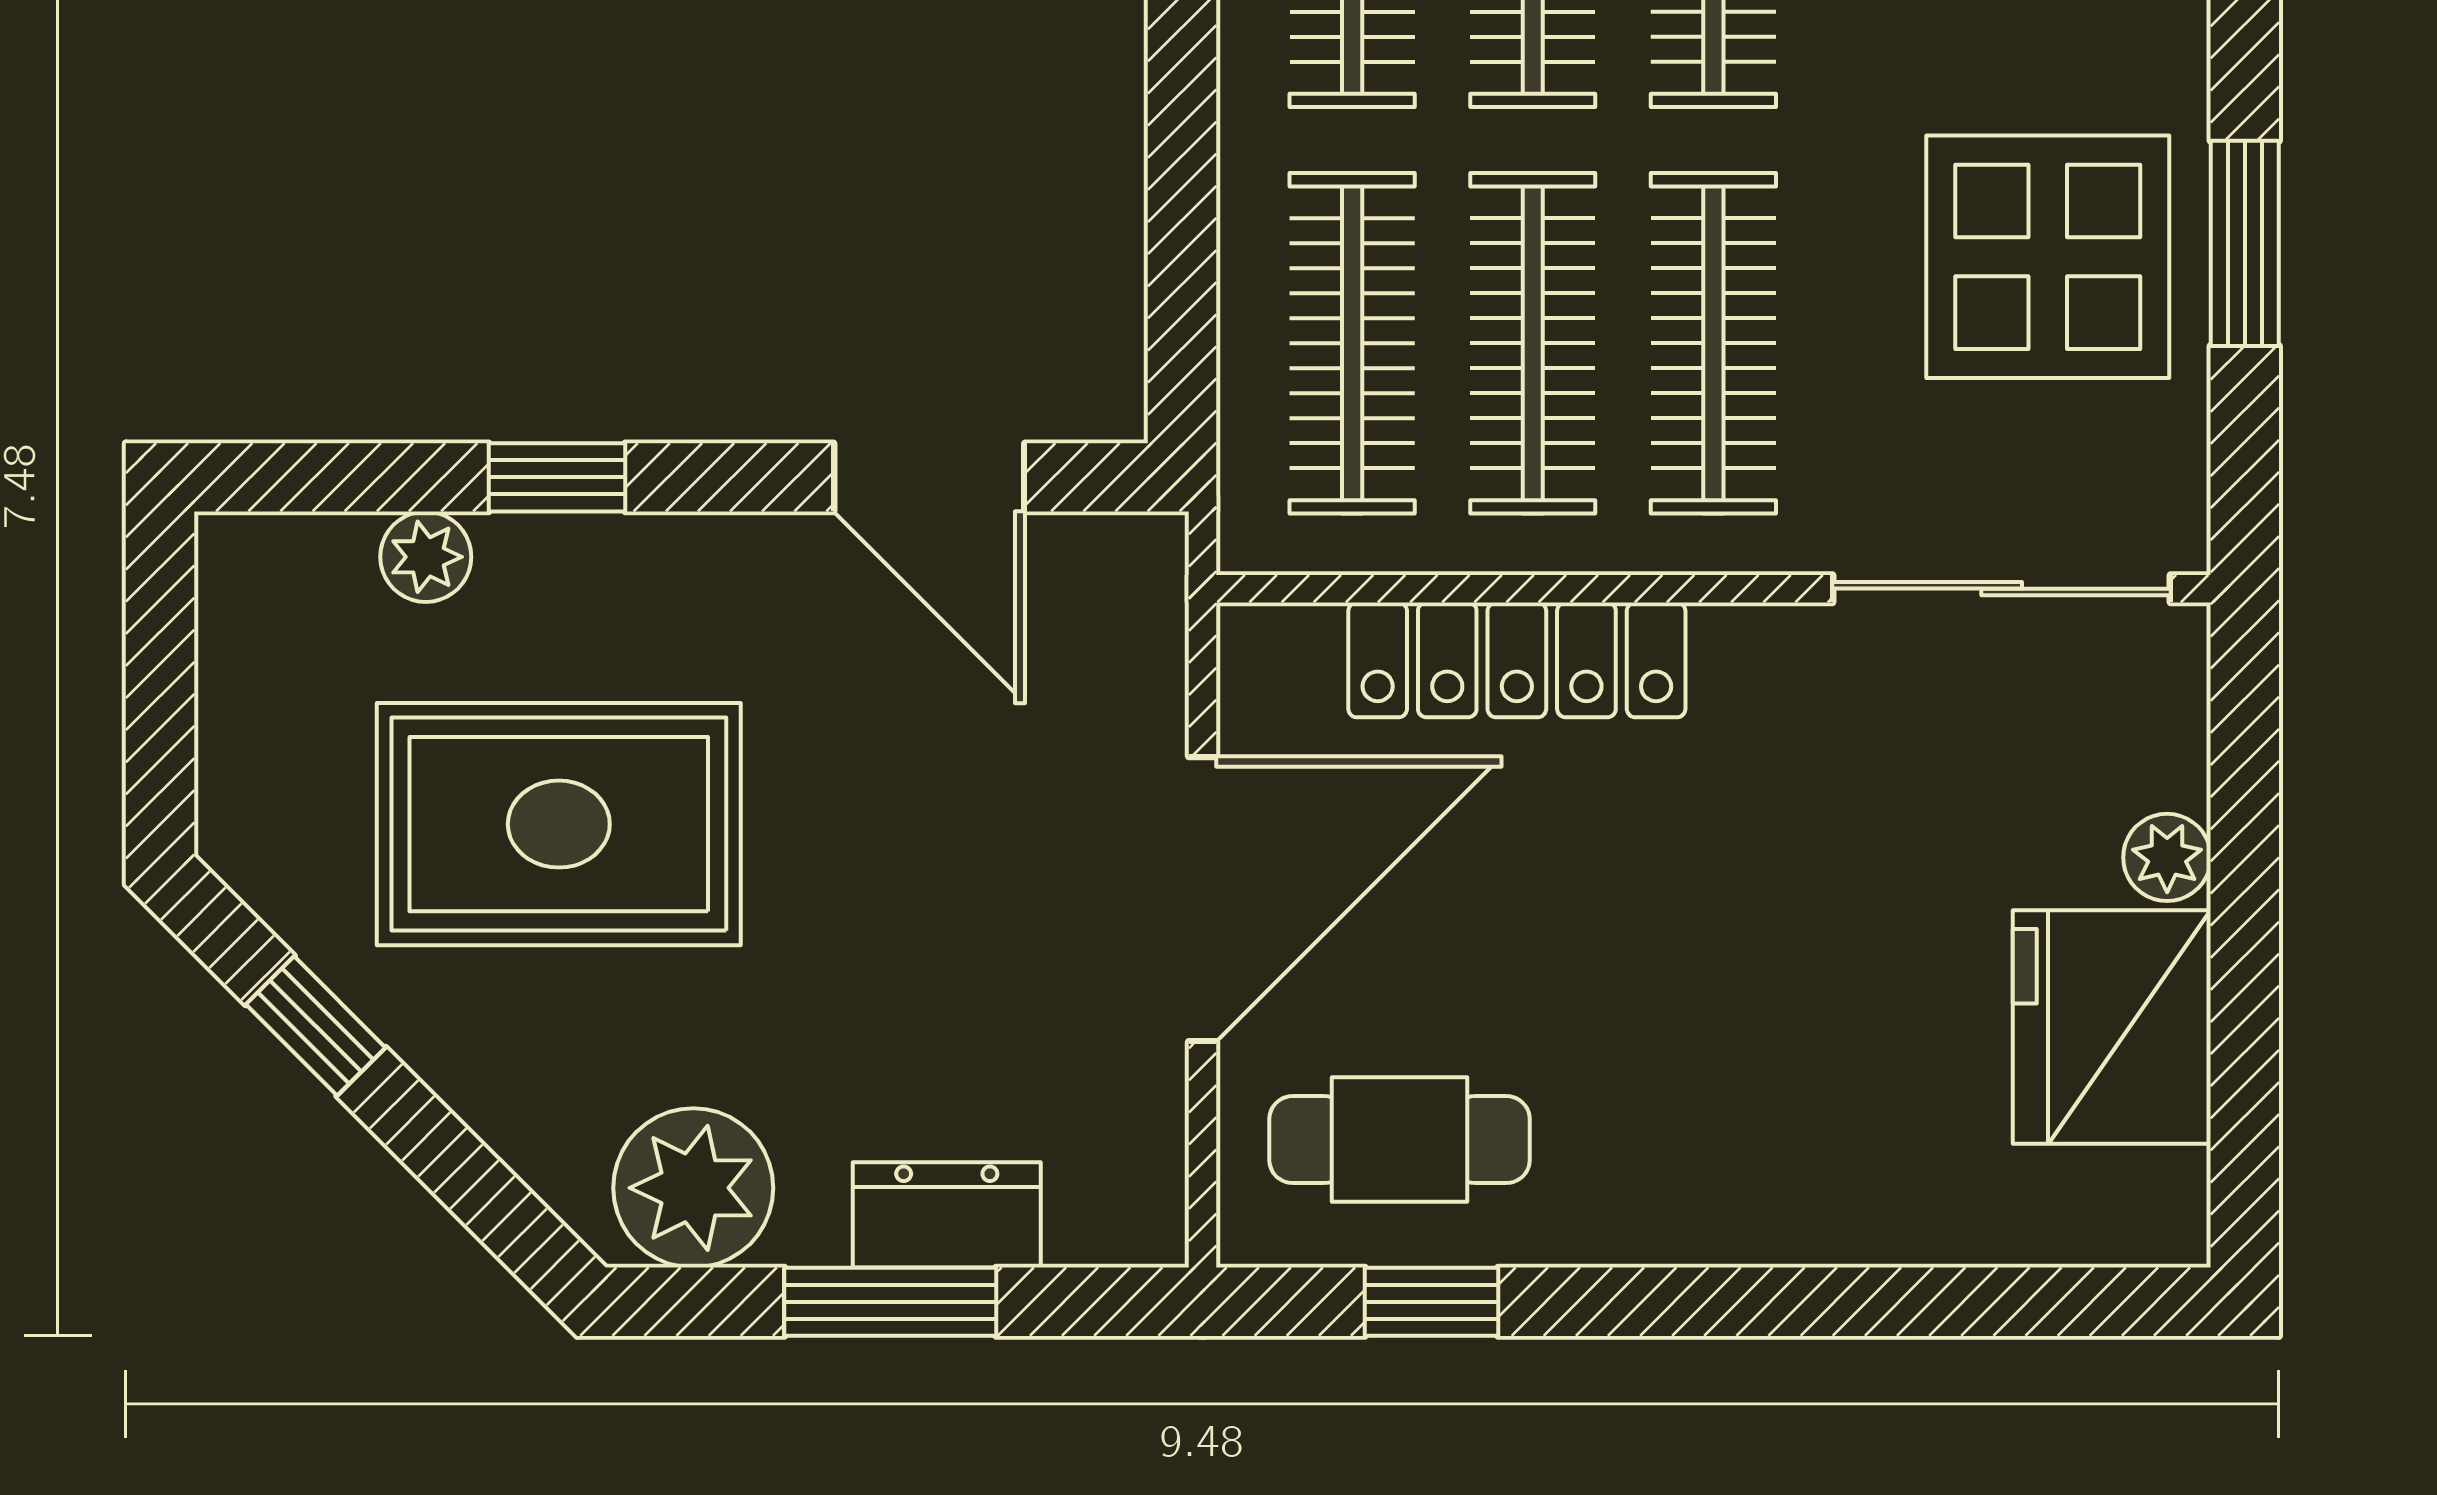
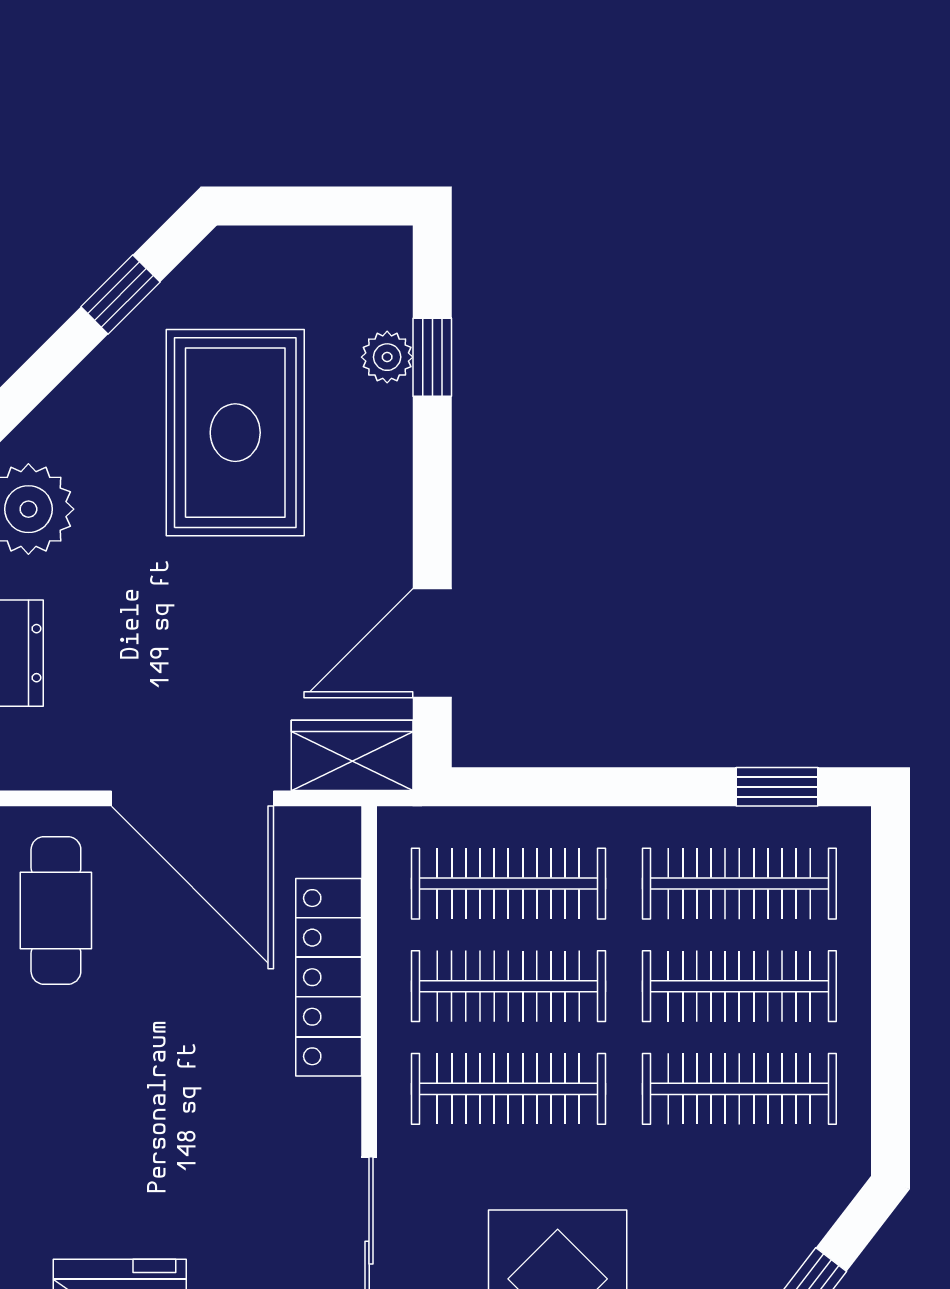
window: (557, 477) -> (432, 357), moved
wardrobe: (1127, 618) -> (352, 755), added

